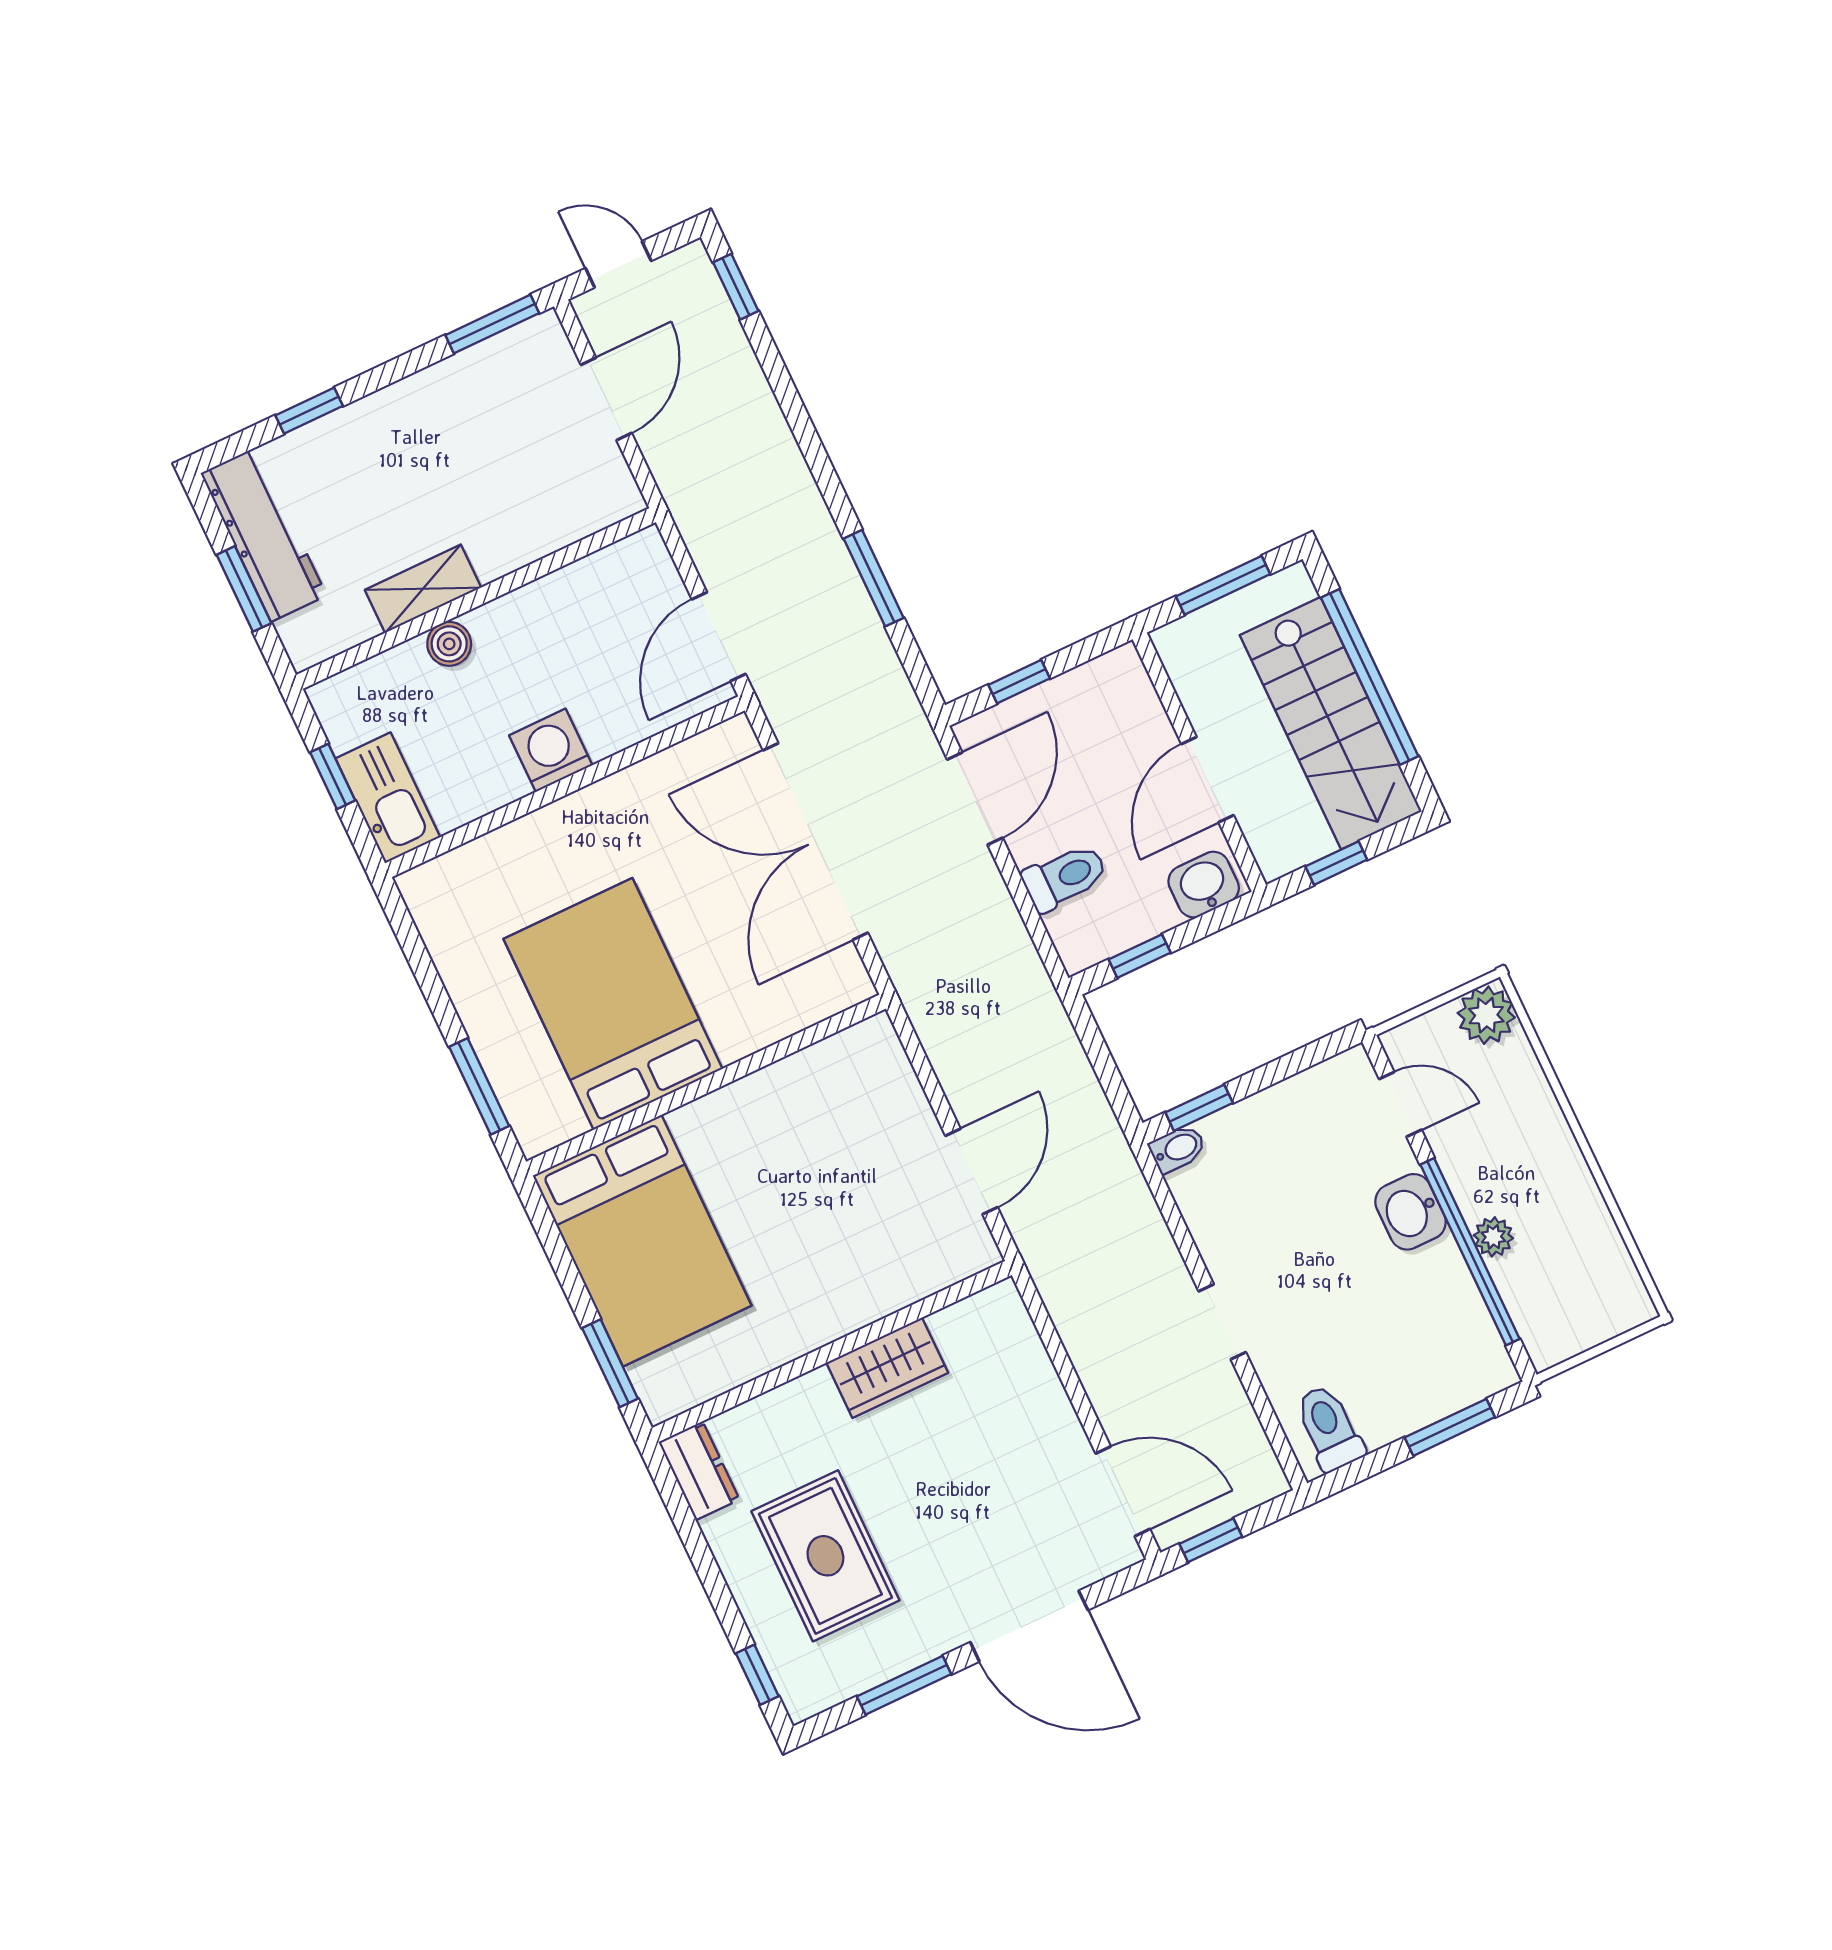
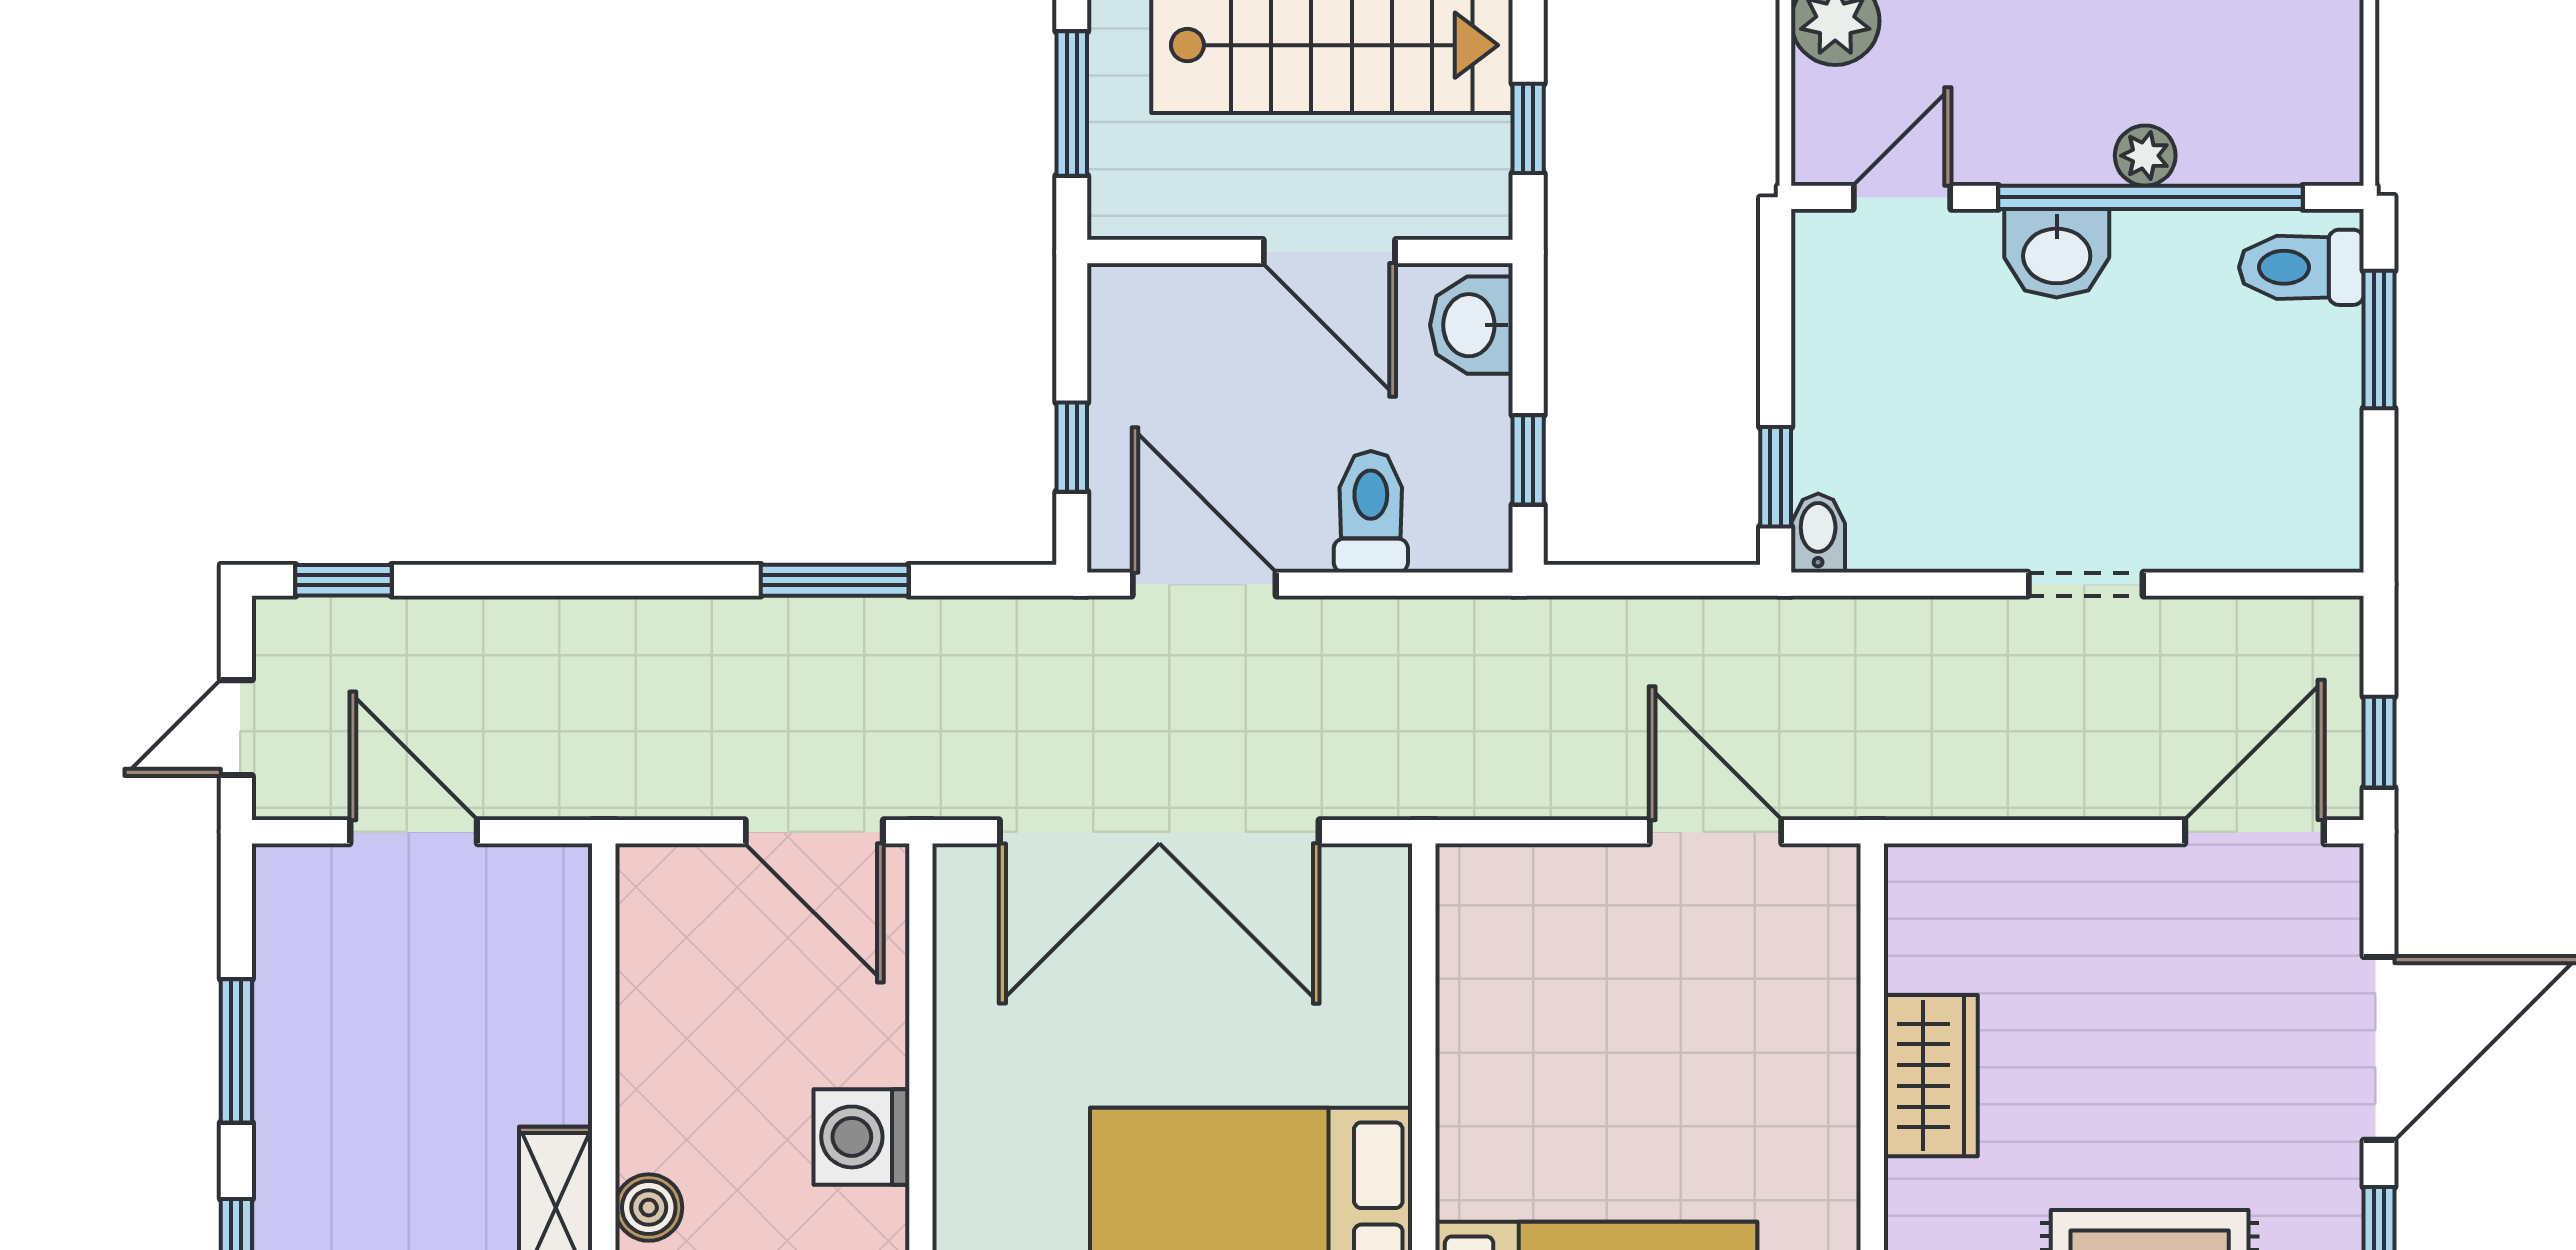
window: (492, 324) -> (236, 1051), moved
toilet: (1329, 1428) -> (2301, 267), moved

